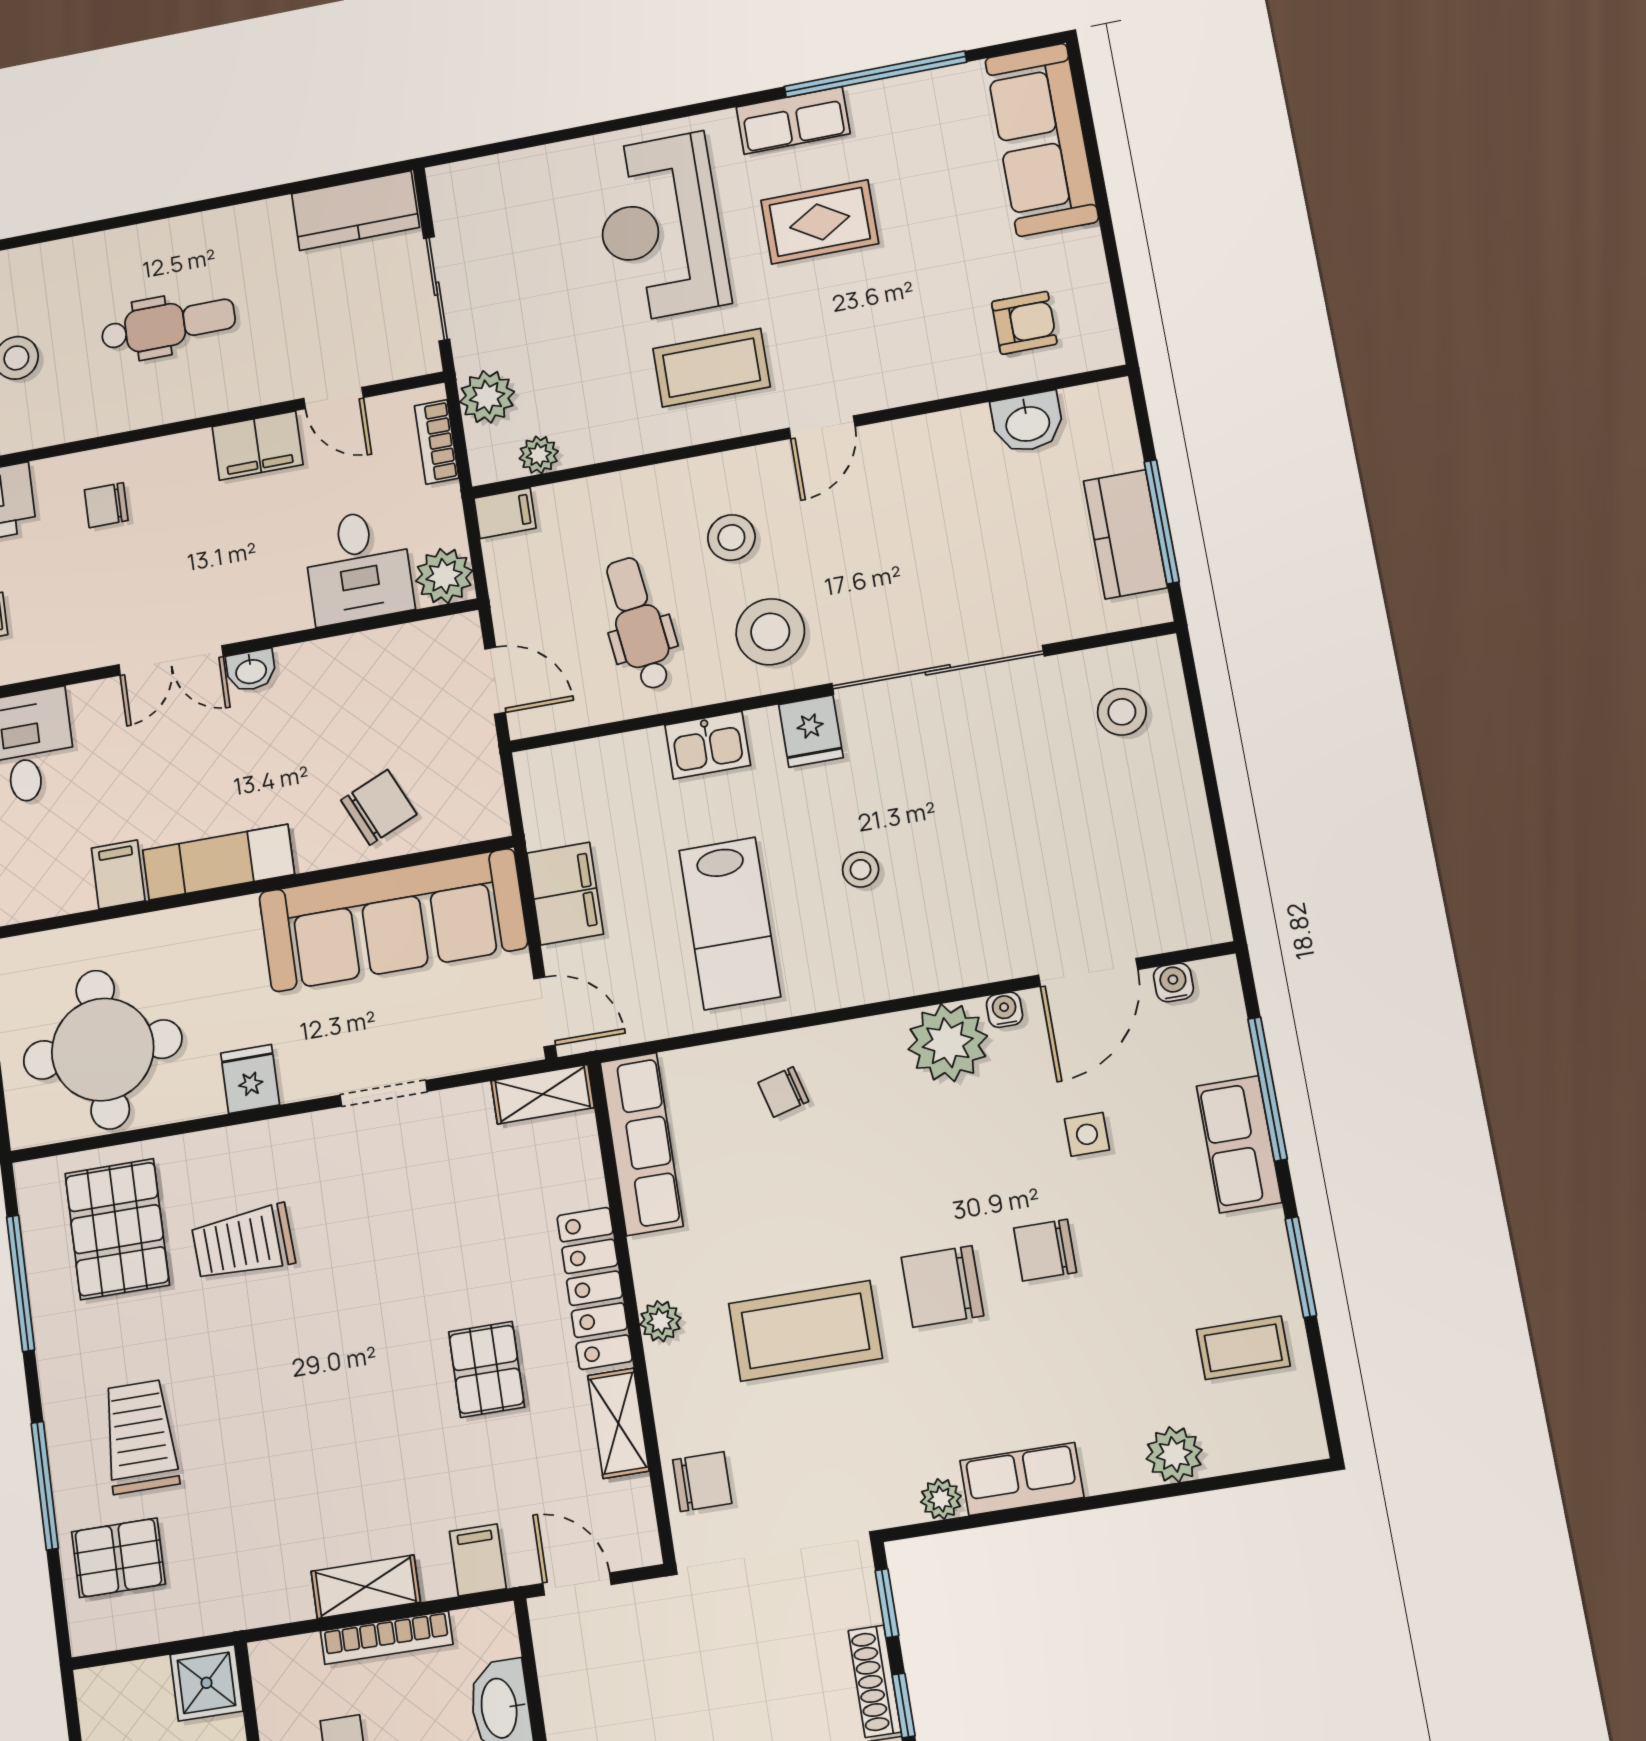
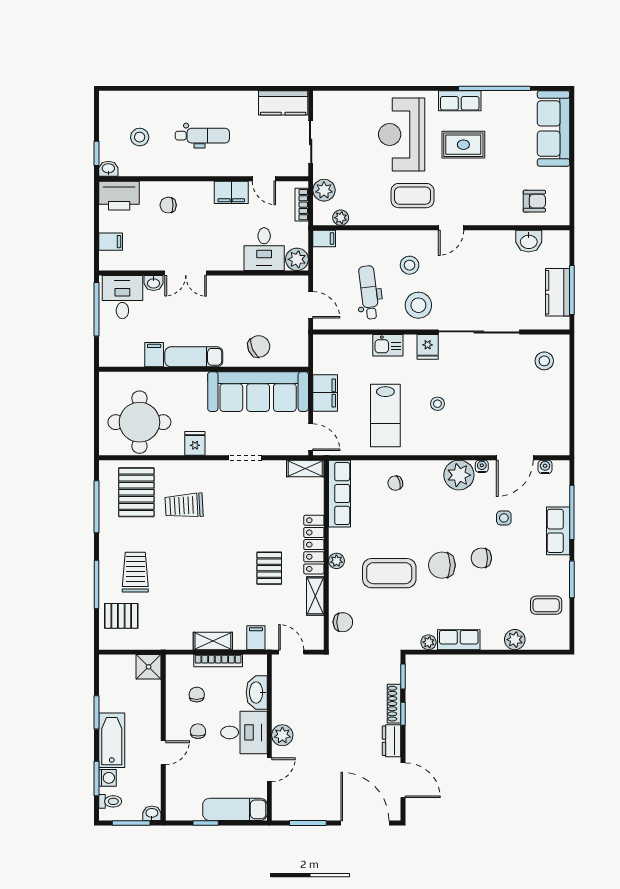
washbasin: (251, 670) -> (154, 283), moved

